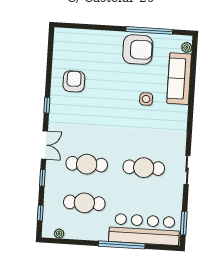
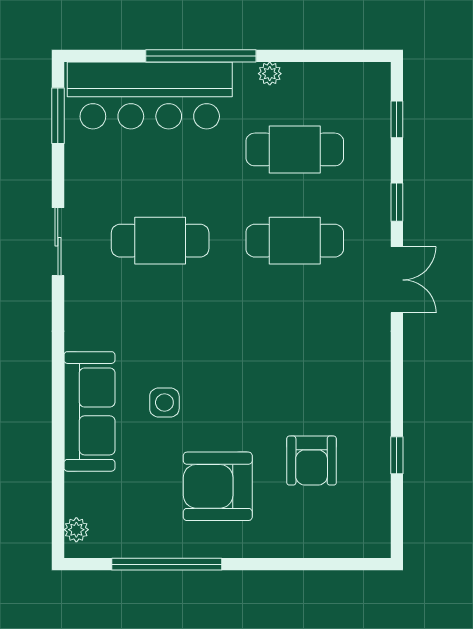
armchair: (138, 50) -> (218, 486), moved
sofa: (179, 79) -> (89, 411), moved
armchair: (74, 81) -> (312, 461), moved
window: (47, 105) -> (397, 455), moved
double door: (44, 145) -> (397, 280), swing flipped
plant: (59, 234) -> (270, 74), moved

